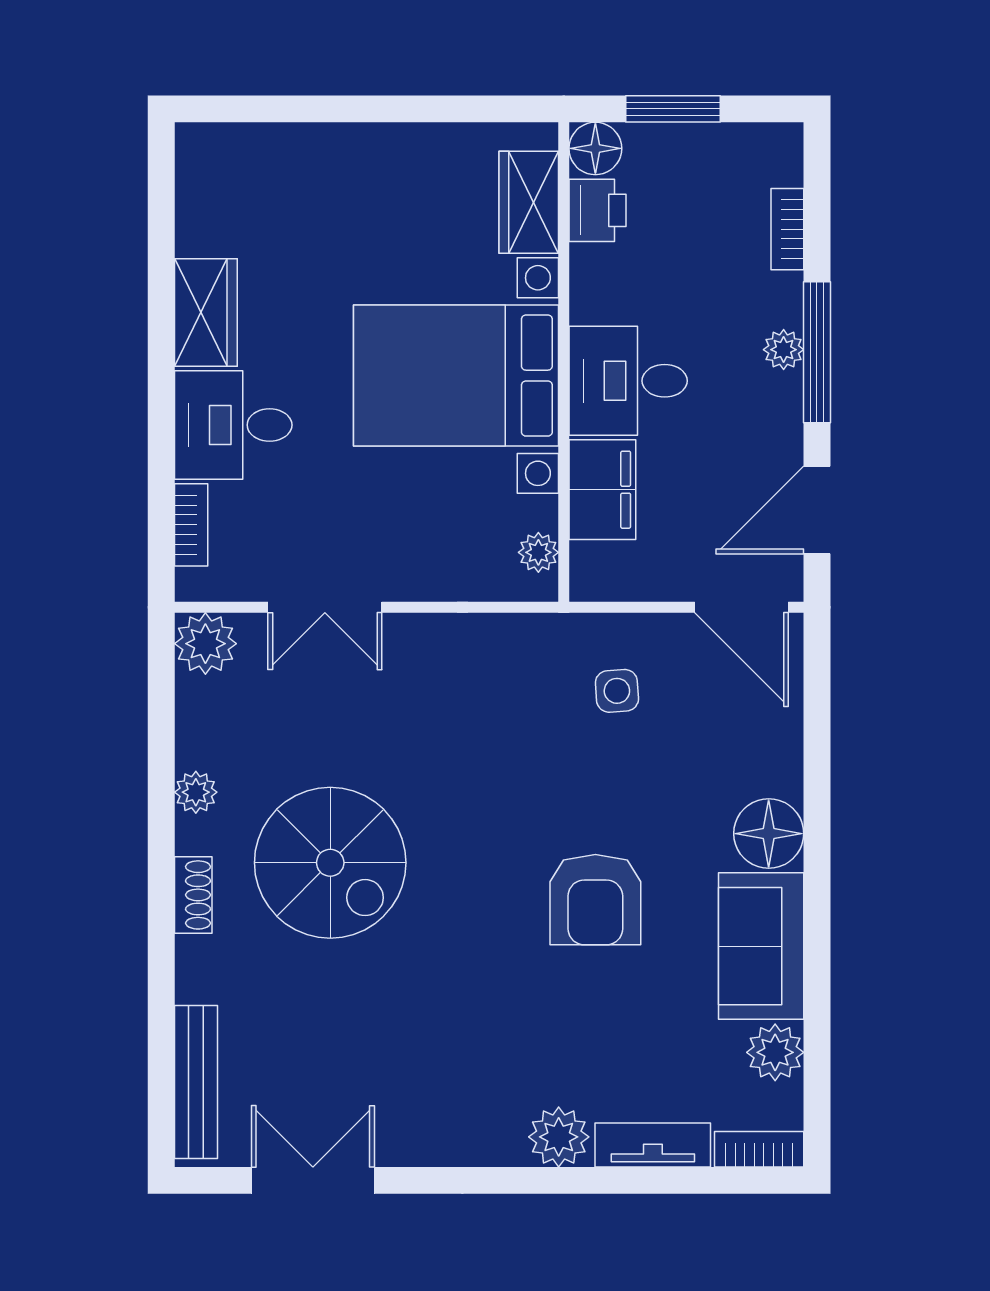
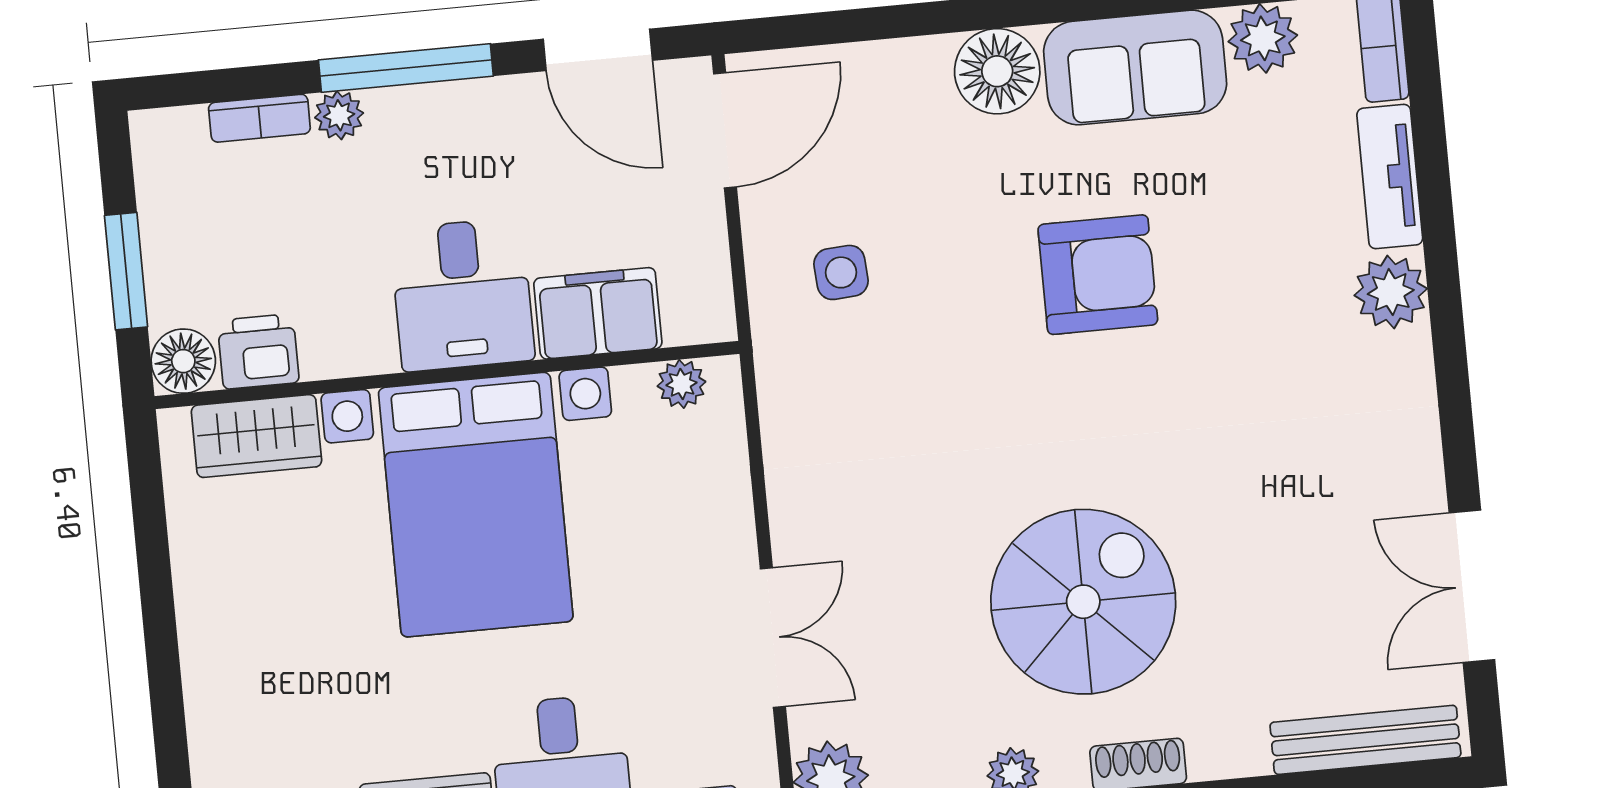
plant: (784, 350) -> (339, 115), moved

